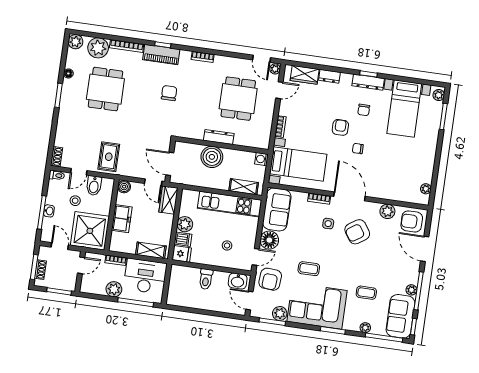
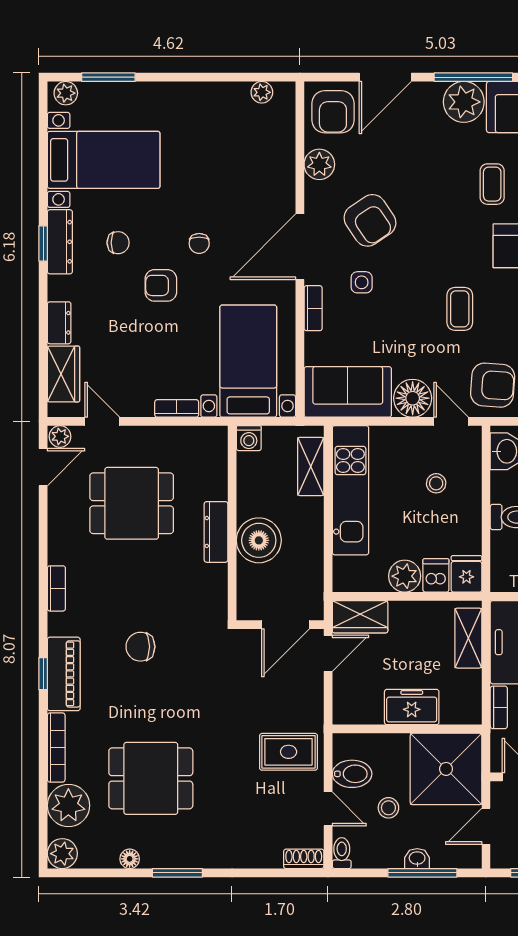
boiler: (124, 187) -> (345, 712), removed
plant: (411, 290) -> (464, 102), width x1.88, depth x1.88

